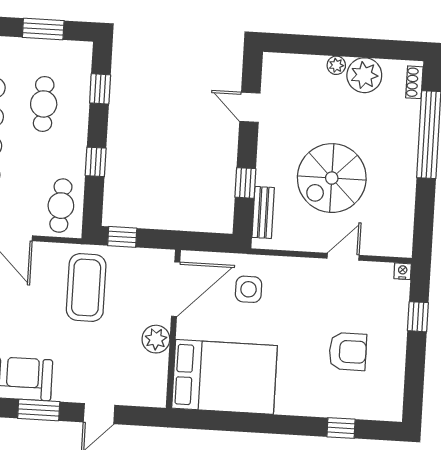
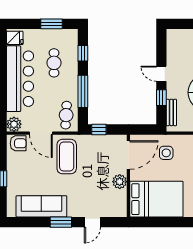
door: (250, 107) -> (161, 74), moved
window: (96, 162) -> (83, 91), width x2.17
coffee table: (86, 288) -> (67, 157), moved

